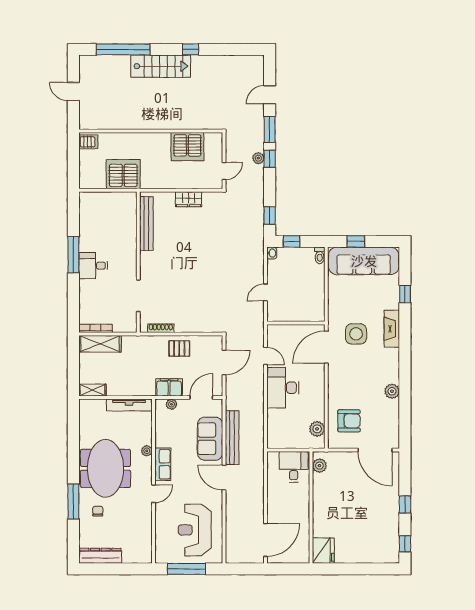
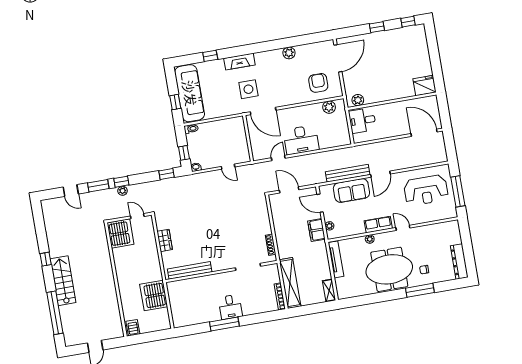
server rack: (187, 147) -> (120, 234), moved
shelving: (100, 344) -> (290, 283), width x1.47
pallet: (179, 349) -> (284, 227), removed

